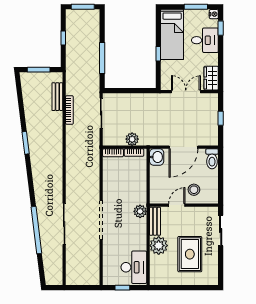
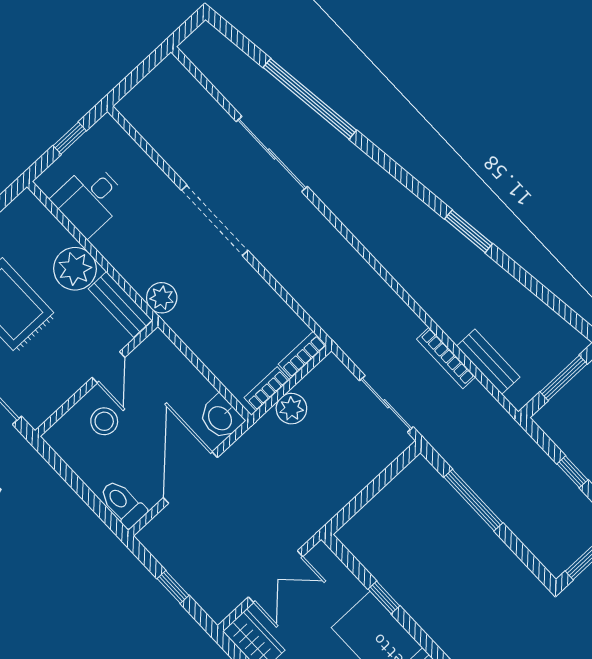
desk: (134, 267) -> (90, 199), width x0.73

